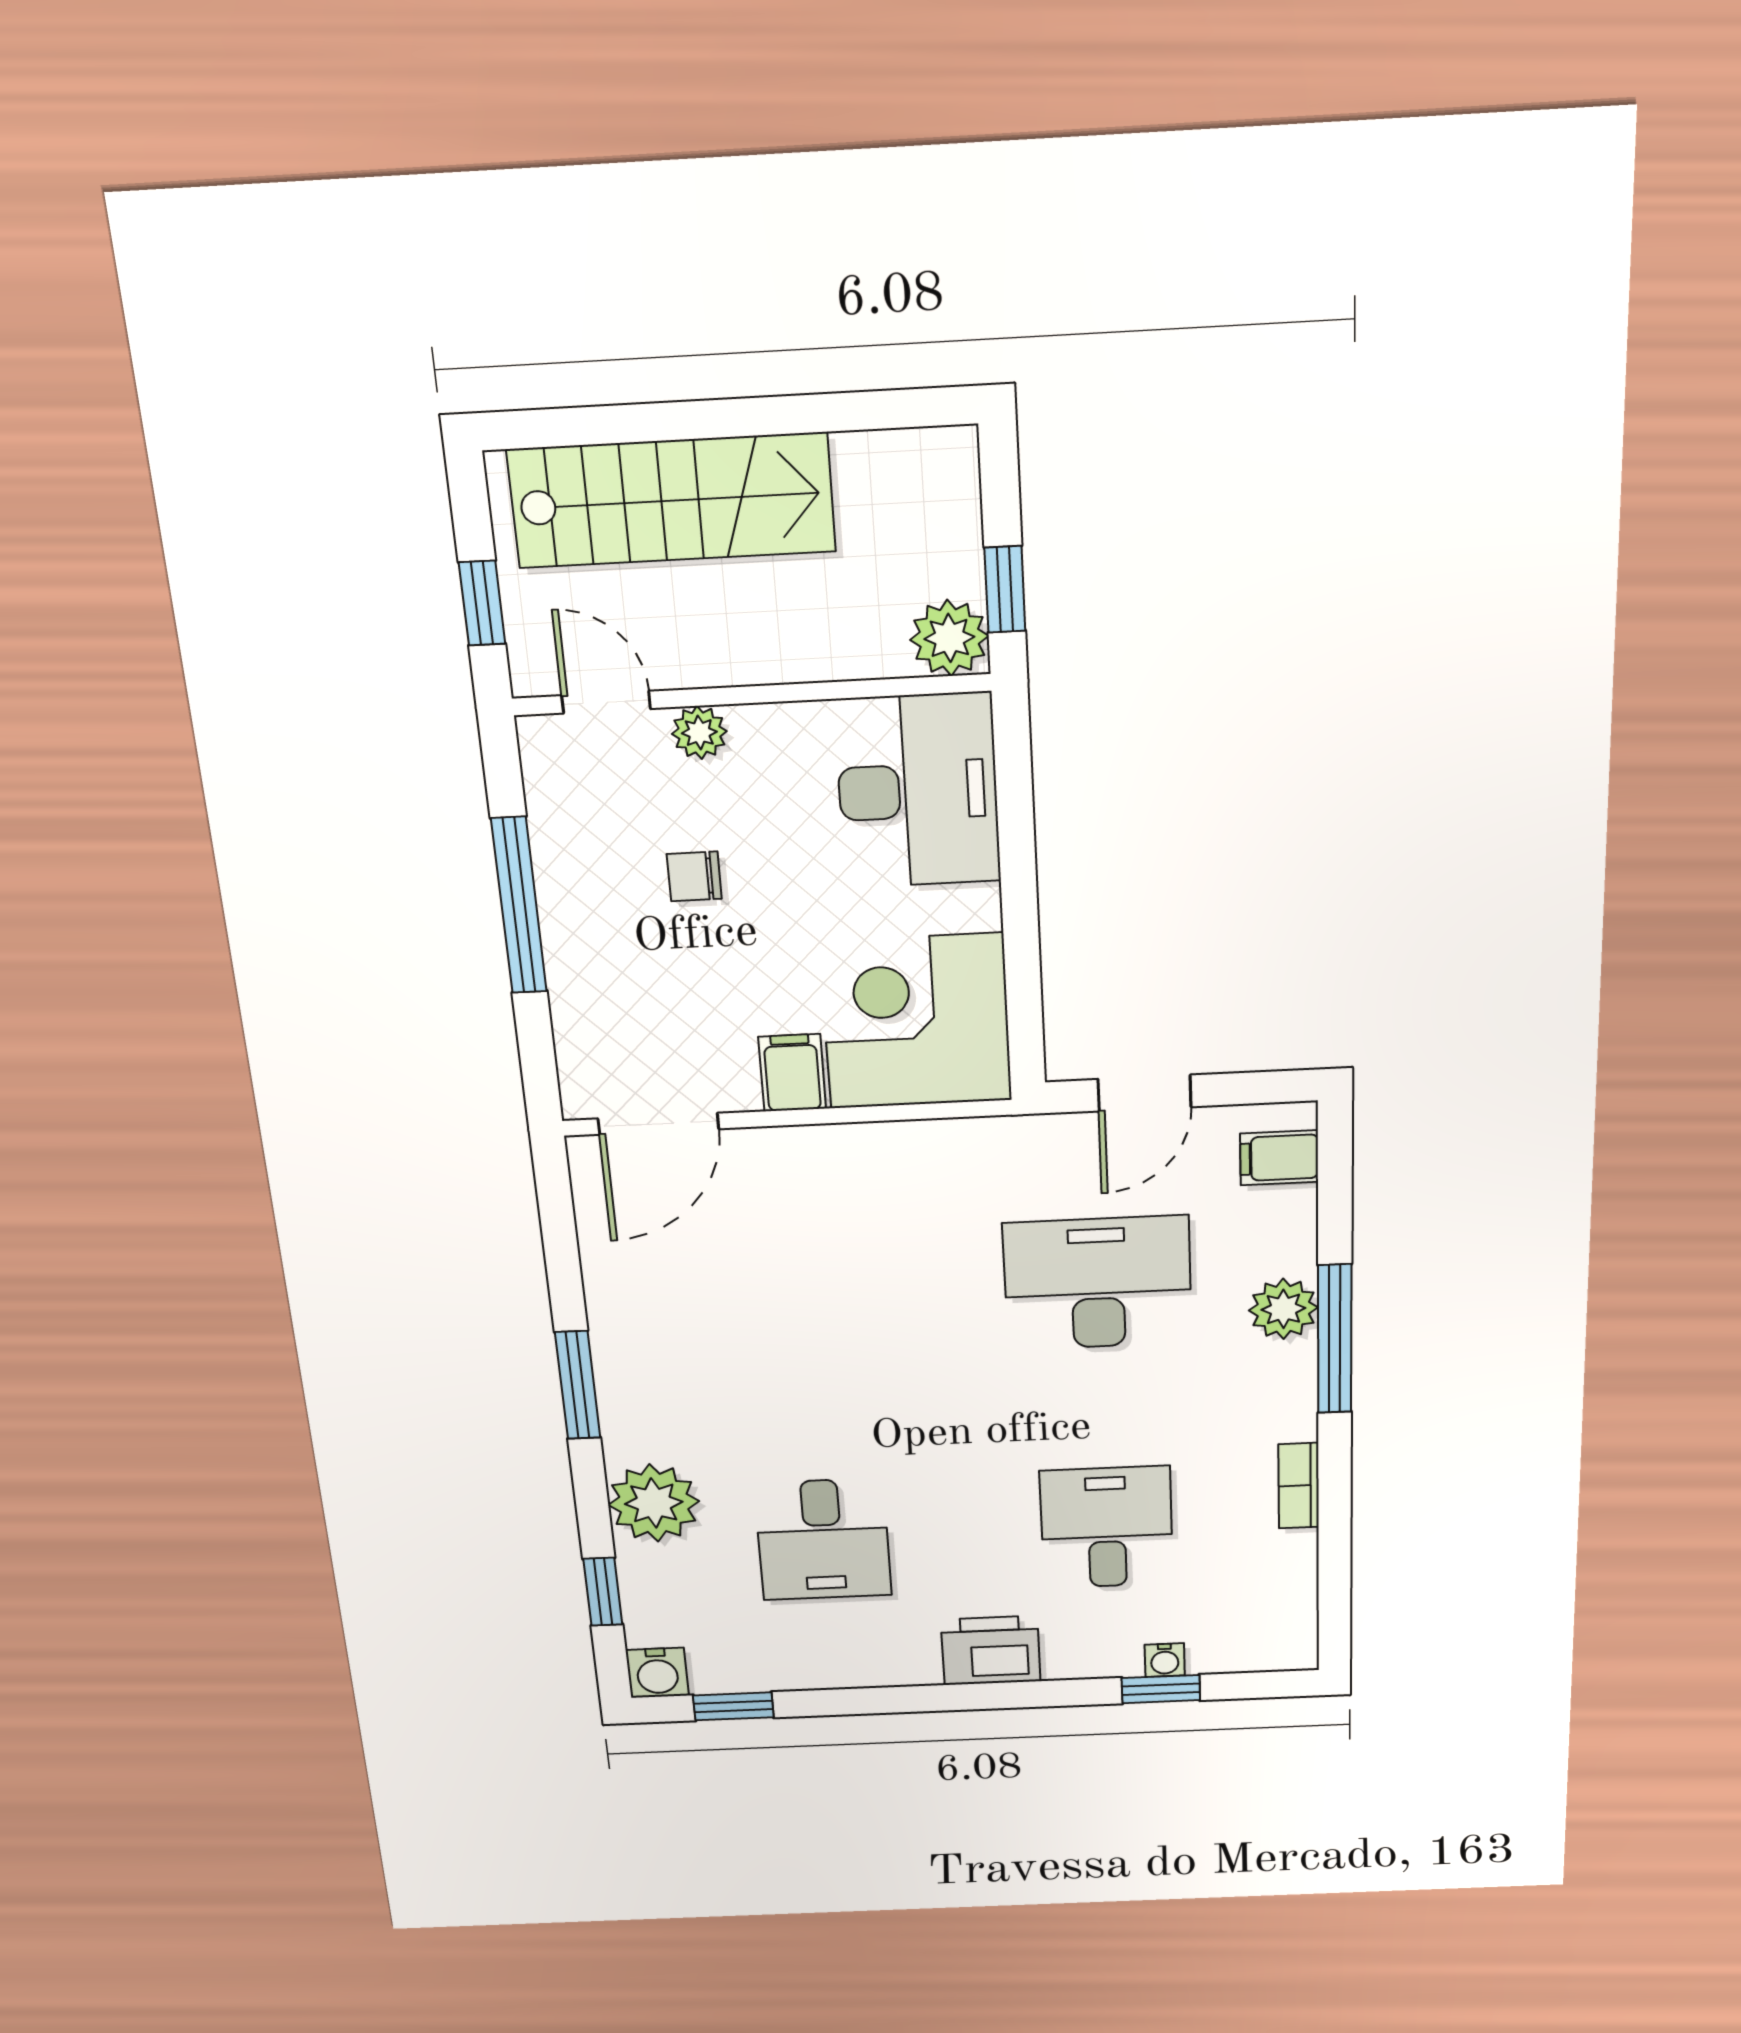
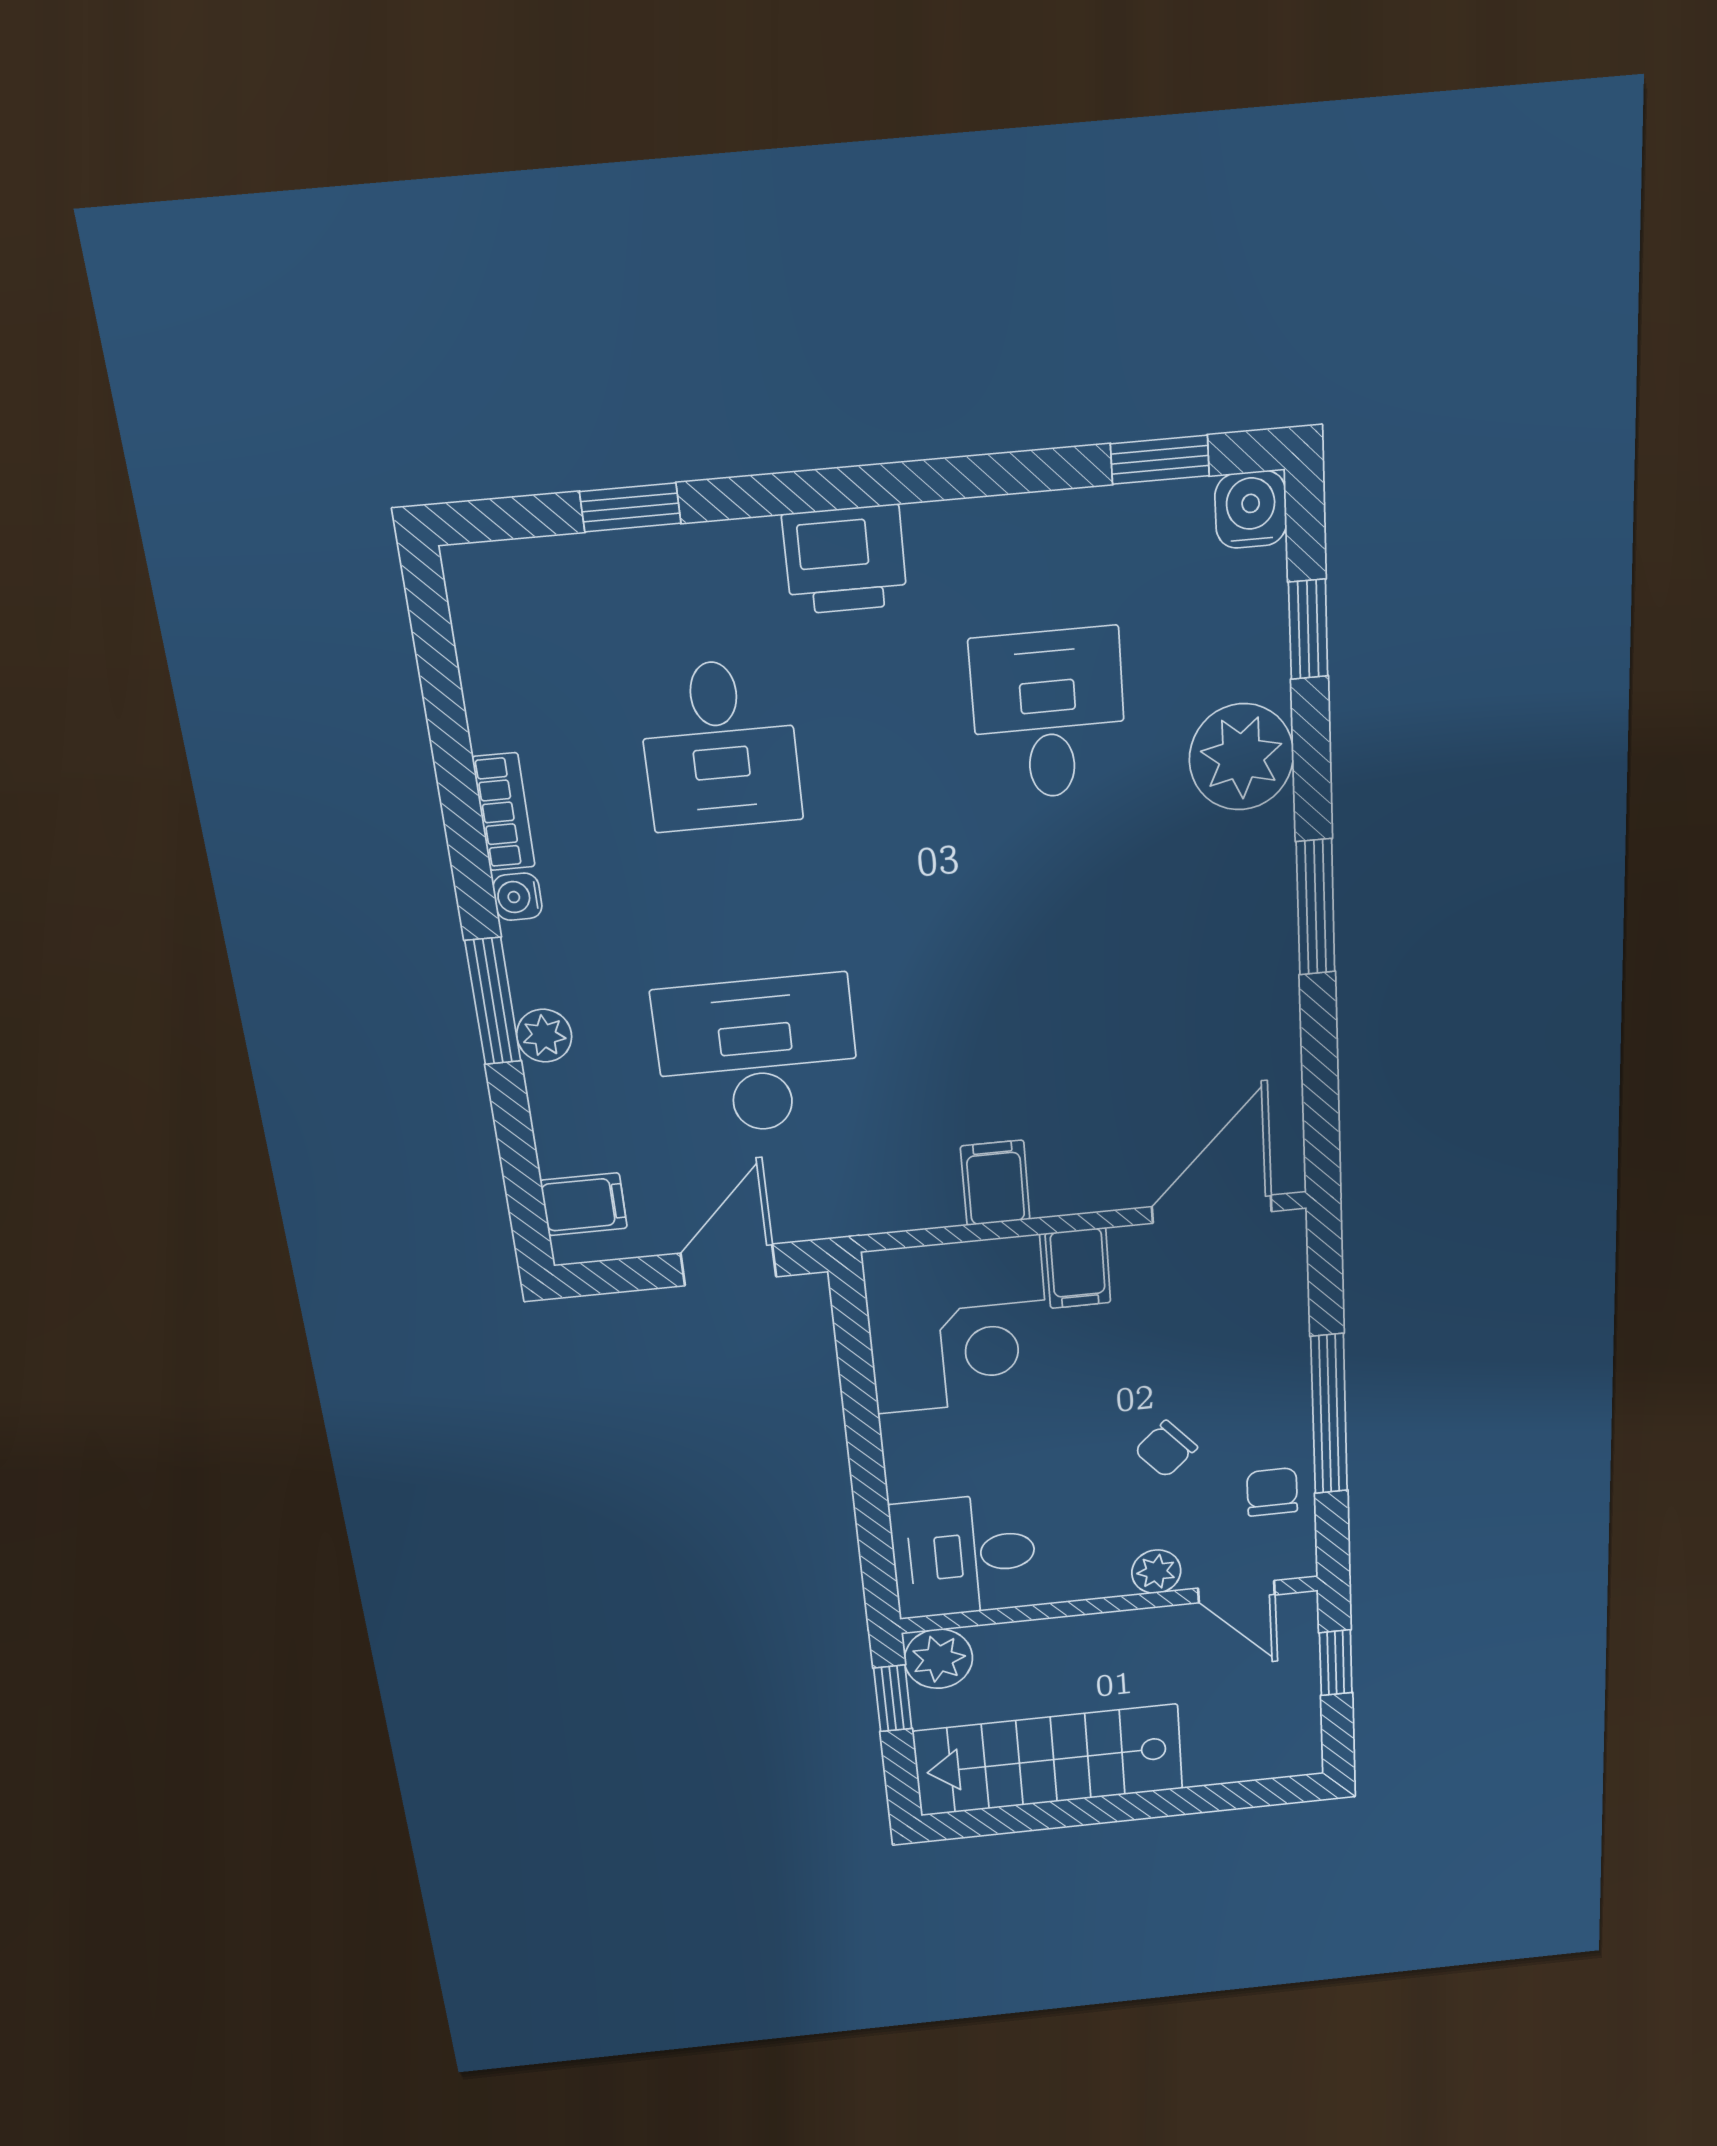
stairs: (672, 501) -> (1048, 1760), moved
desk: (918, 791) -> (964, 1556), width x0.73
chair: (574, 821) -> (1272, 1492), added
chair: (694, 876) -> (1166, 1449), turned 138
filing cabinet: (875, 1159) -> (995, 1183), added
desk: (1098, 1283) -> (757, 1056), turned 180
plant: (1283, 1309) -> (544, 1036), width x0.73, depth x0.73
window: (1335, 1339) -> (493, 1001), width x0.69
water cooler: (1165, 1660) -> (517, 897), moved, turned -90

